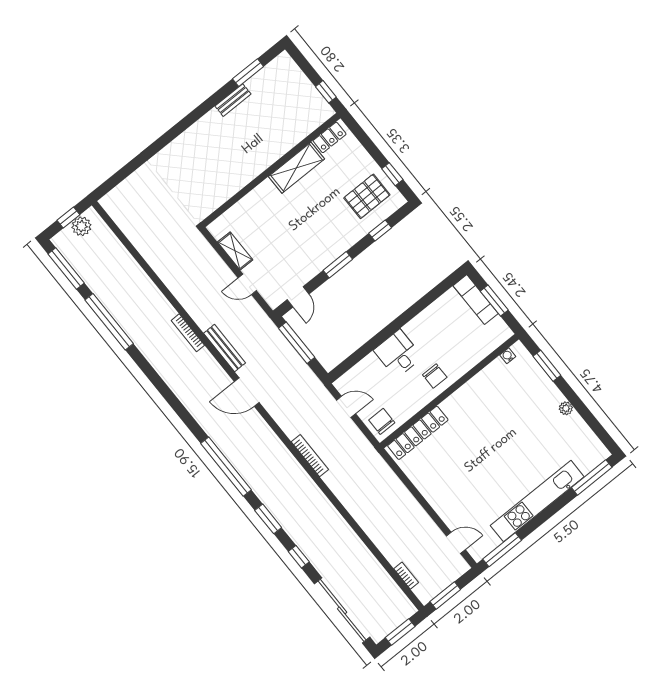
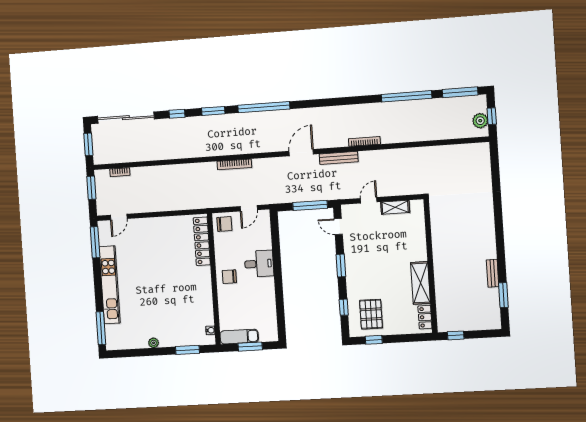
exam couch: (476, 300) -> (239, 337), moved

